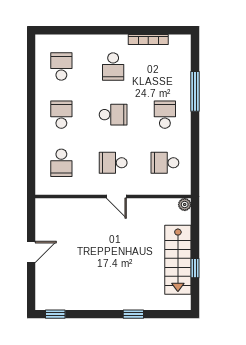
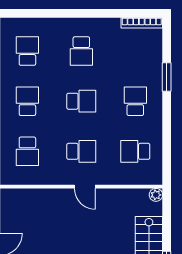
bookcase: (148, 39) -> (142, 23), moved
window: (195, 91) -> (167, 77), width x0.69
school desk: (113, 163) -> (81, 151), turned 180

